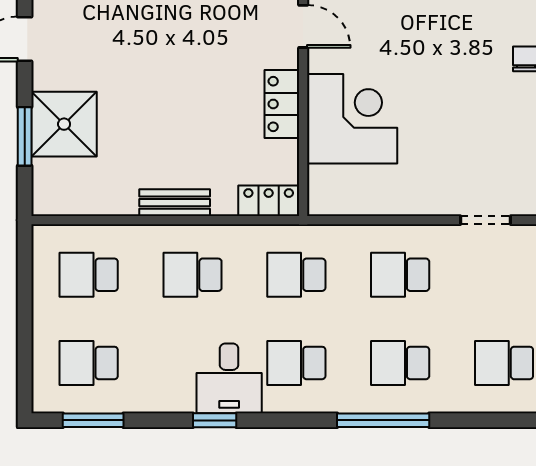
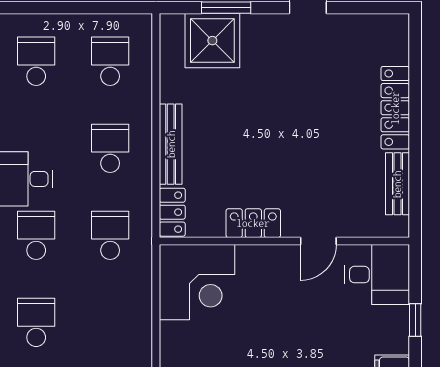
corner desk: (352, 119) -> (197, 282), moved
shower: (64, 124) -> (212, 41), moved
bench: (175, 203) -> (171, 144), width x1.36
school desk: (400, 275) -> (110, 322), removed

